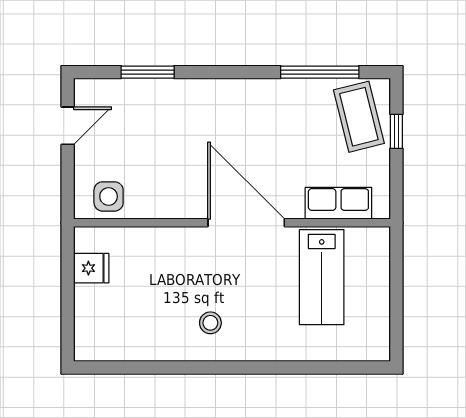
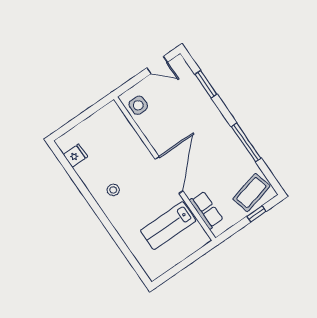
window: (320, 72) -> (246, 142), moved
fridge: (91, 268) -> (75, 156), moved, turned -90

